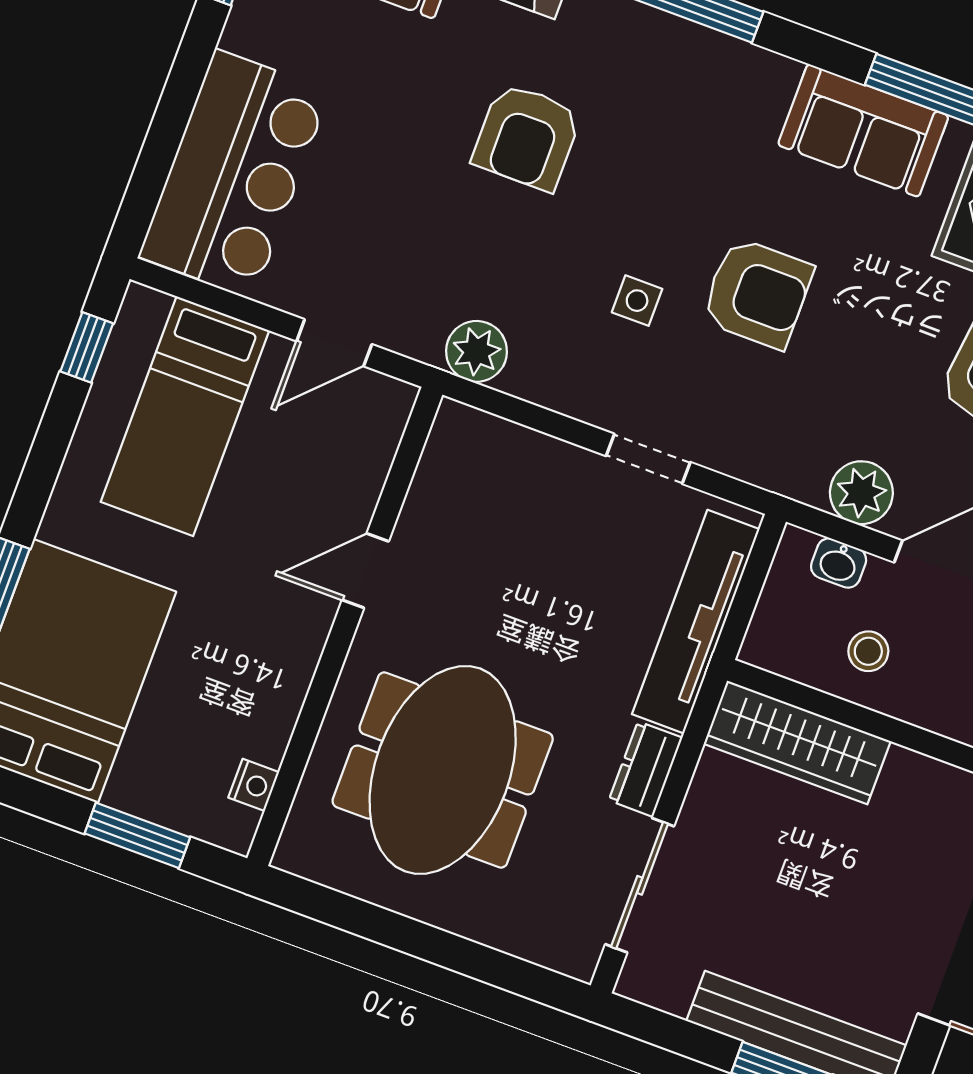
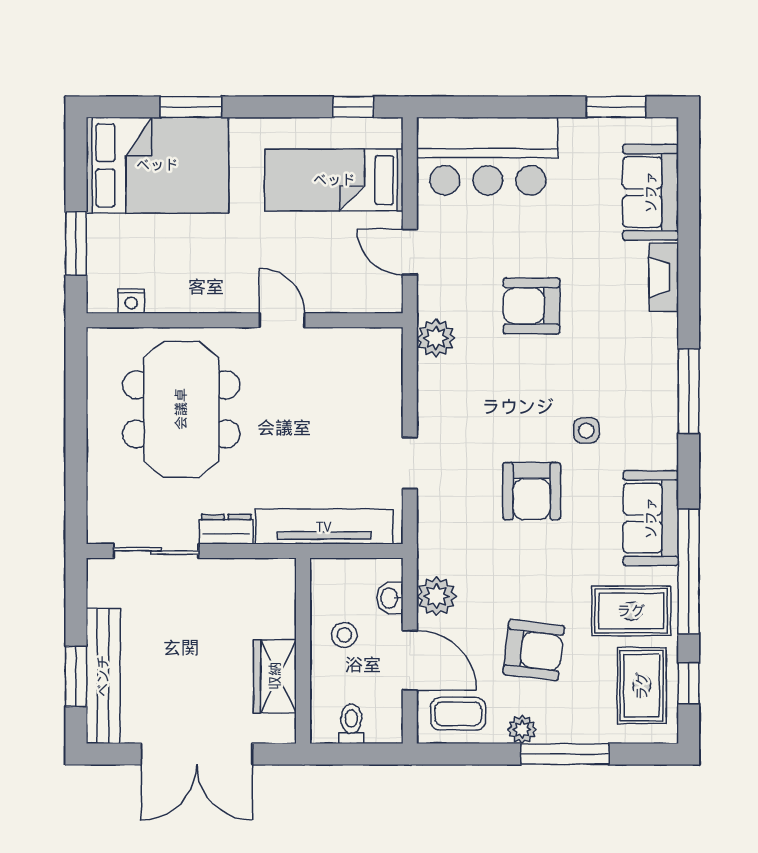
armchair: (527, 137) -> (532, 306), moved
side table: (637, 301) -> (586, 430), moved
wardrobe: (797, 742) -> (275, 676), moved, width x0.67
meeting table: (443, 770) -> (181, 409), turned 90

